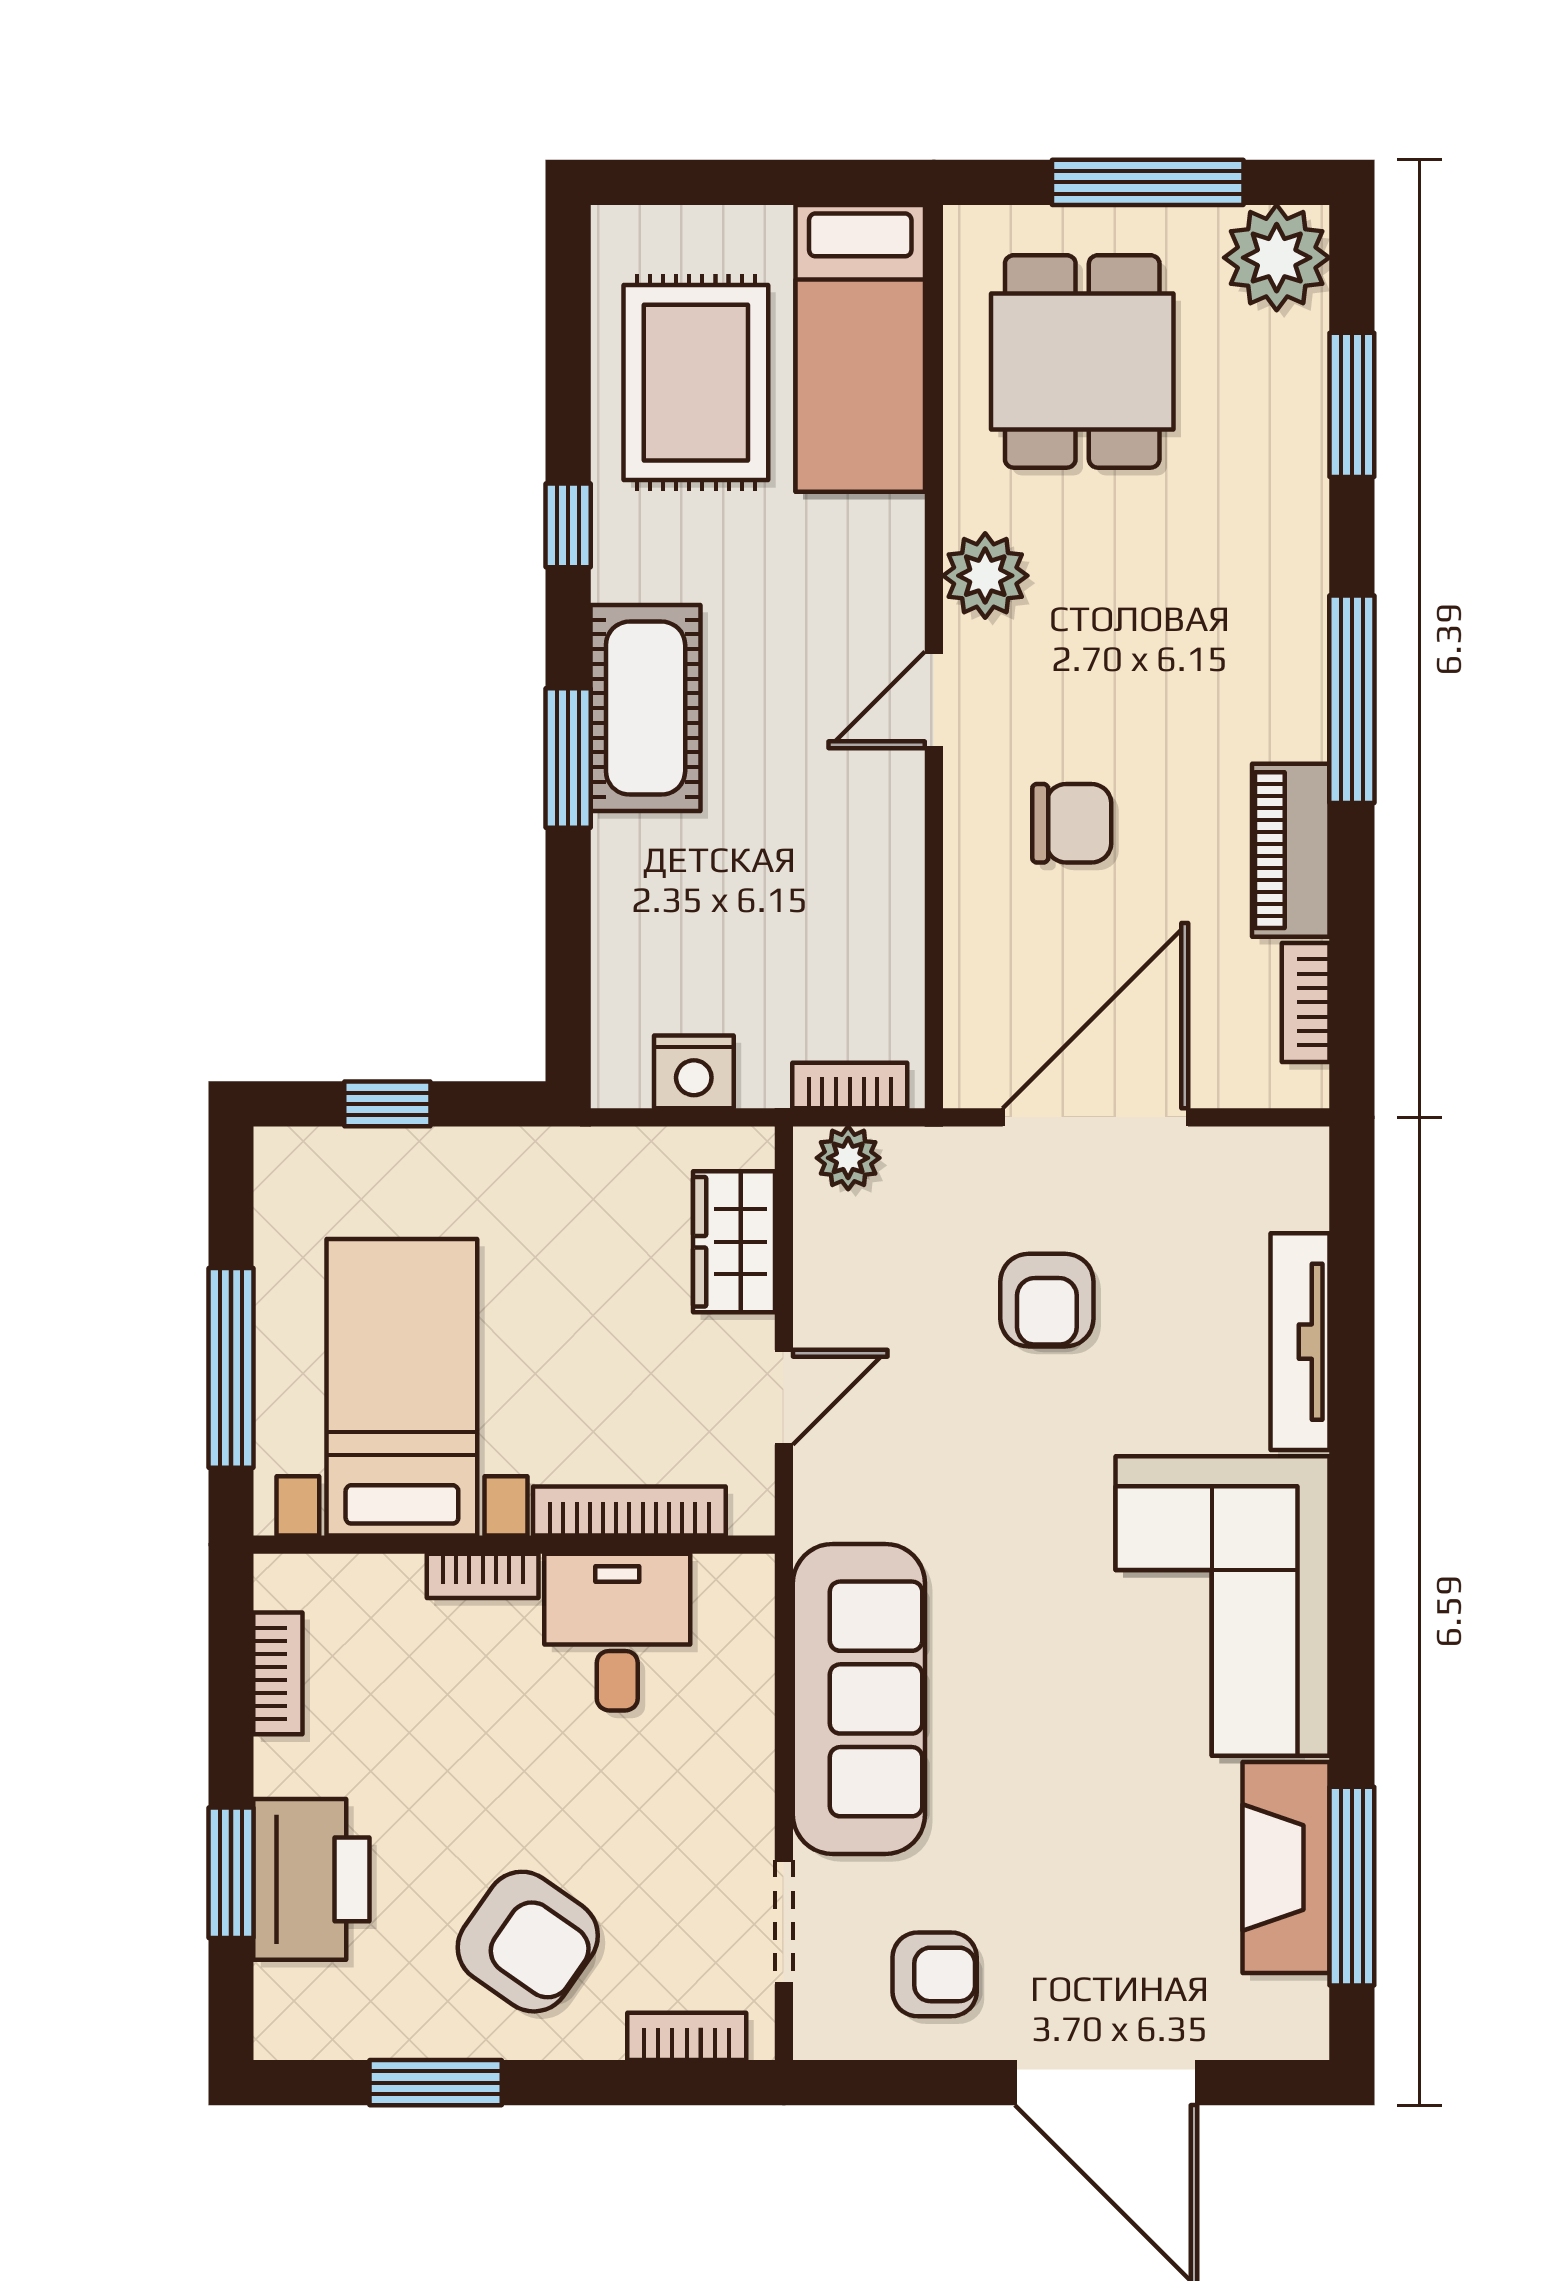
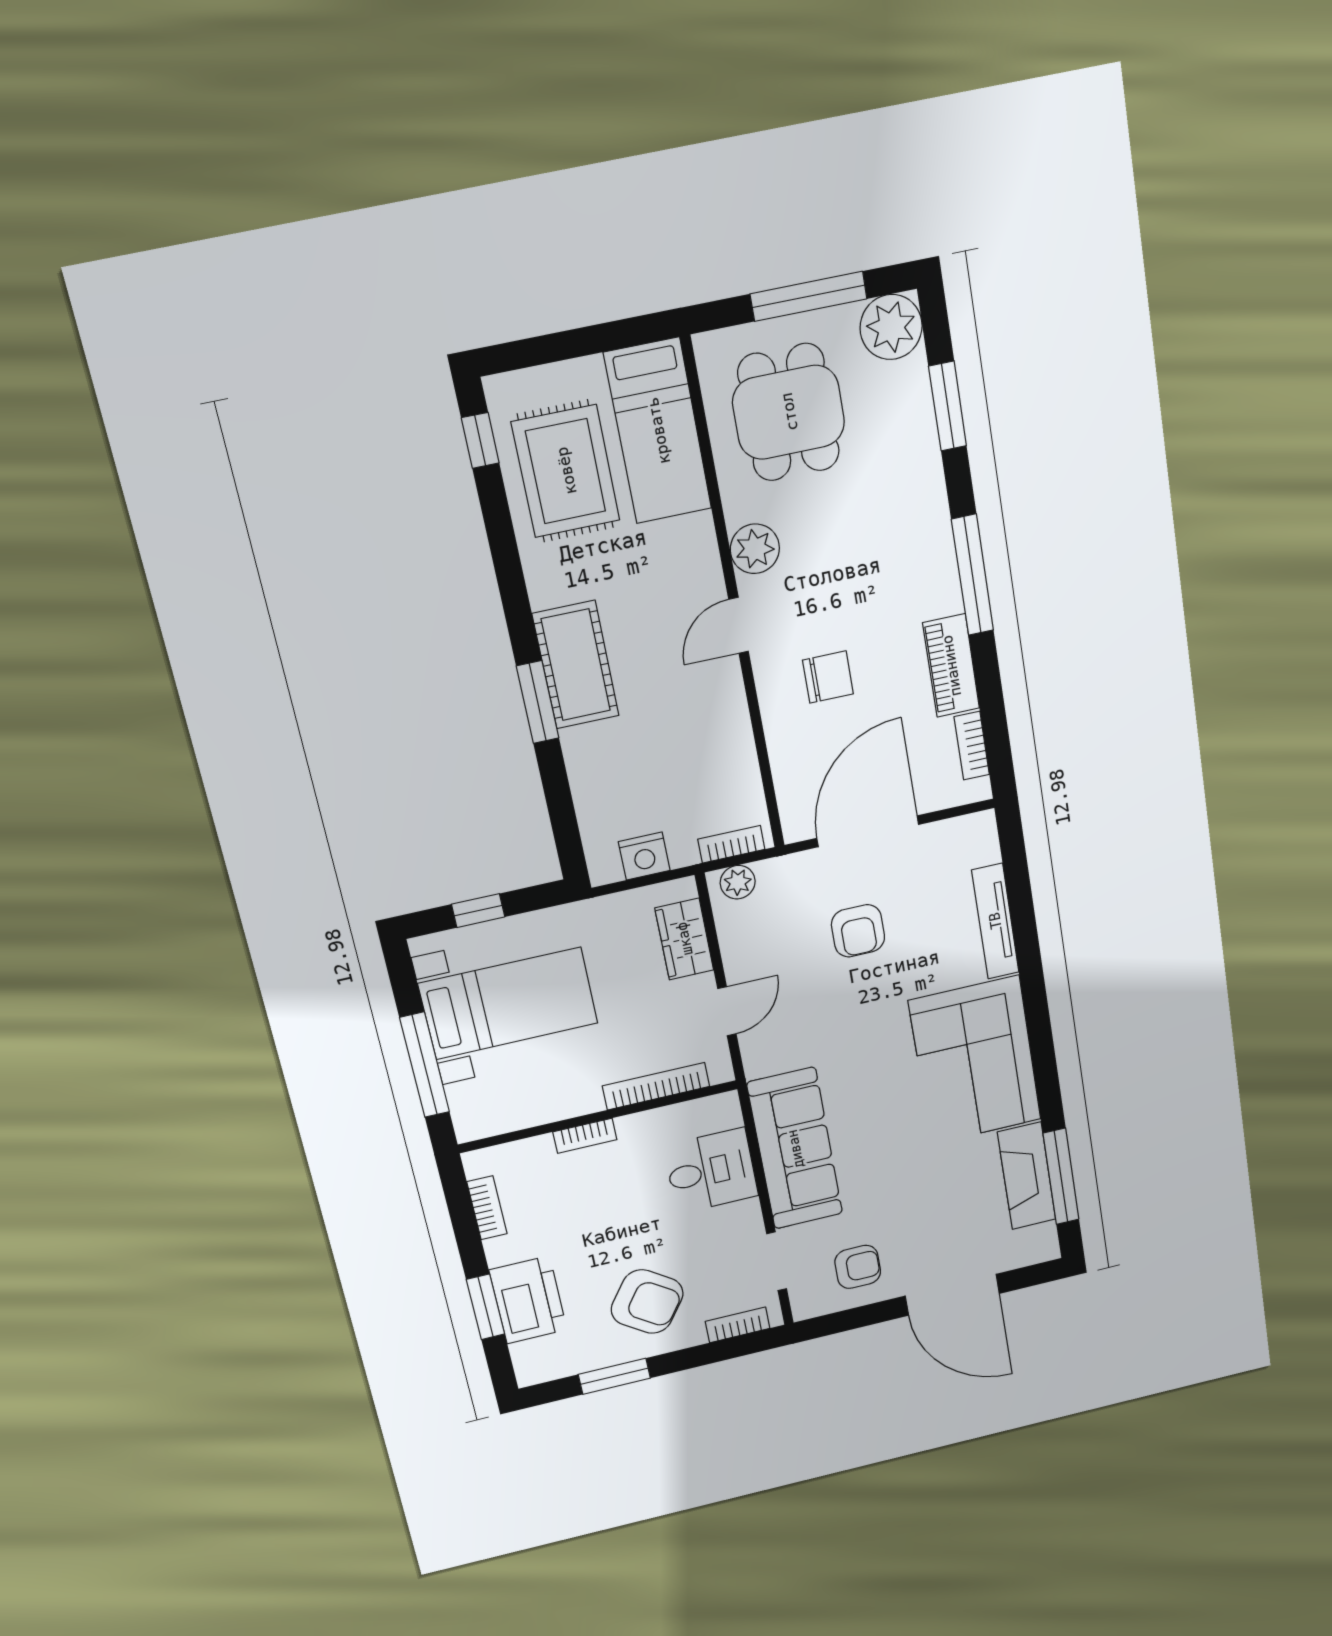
window: (568, 525) -> (480, 440), moved
bed with nightstands: (402, 1387) -> (508, 1003), moved, turned 90
desk: (617, 1632) -> (711, 1171), moved, turned 90

